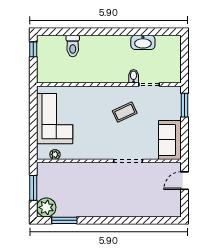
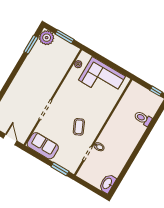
washbasin: (143, 42) -> (107, 184), moved

